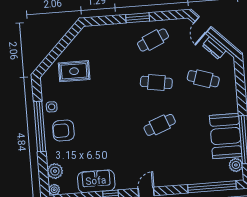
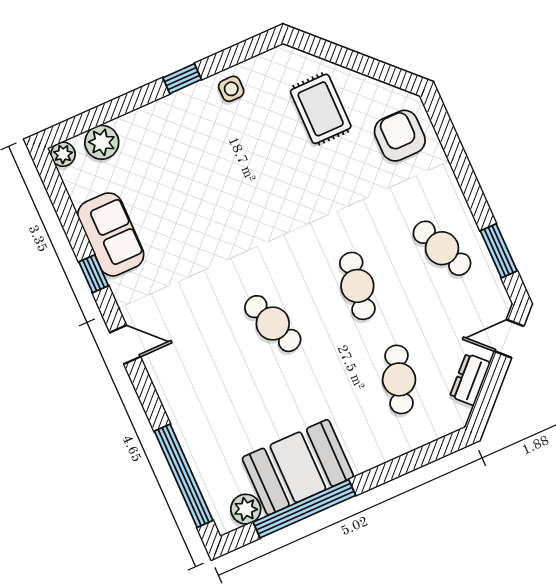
window: (138, 18) -> (499, 251), moved
window: (40, 127) -> (182, 79), width x0.32
armchair: (63, 131) -> (400, 136), moved

